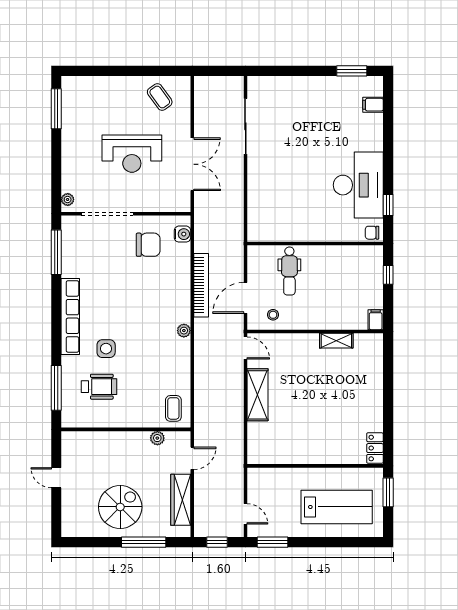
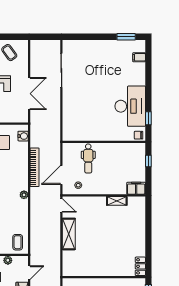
filing cabinet: (376, 320) -> (136, 188), width x2.00

